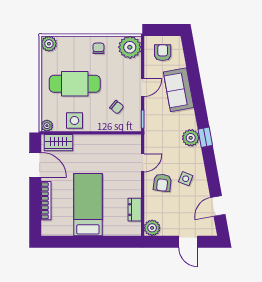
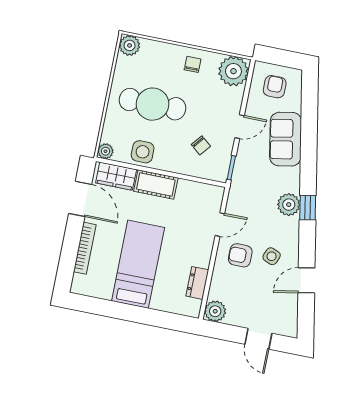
cot: (89, 143) -> (156, 185), added
armchair: (162, 183) -> (240, 255), turned 83
door: (218, 206) -> (306, 280), moved

